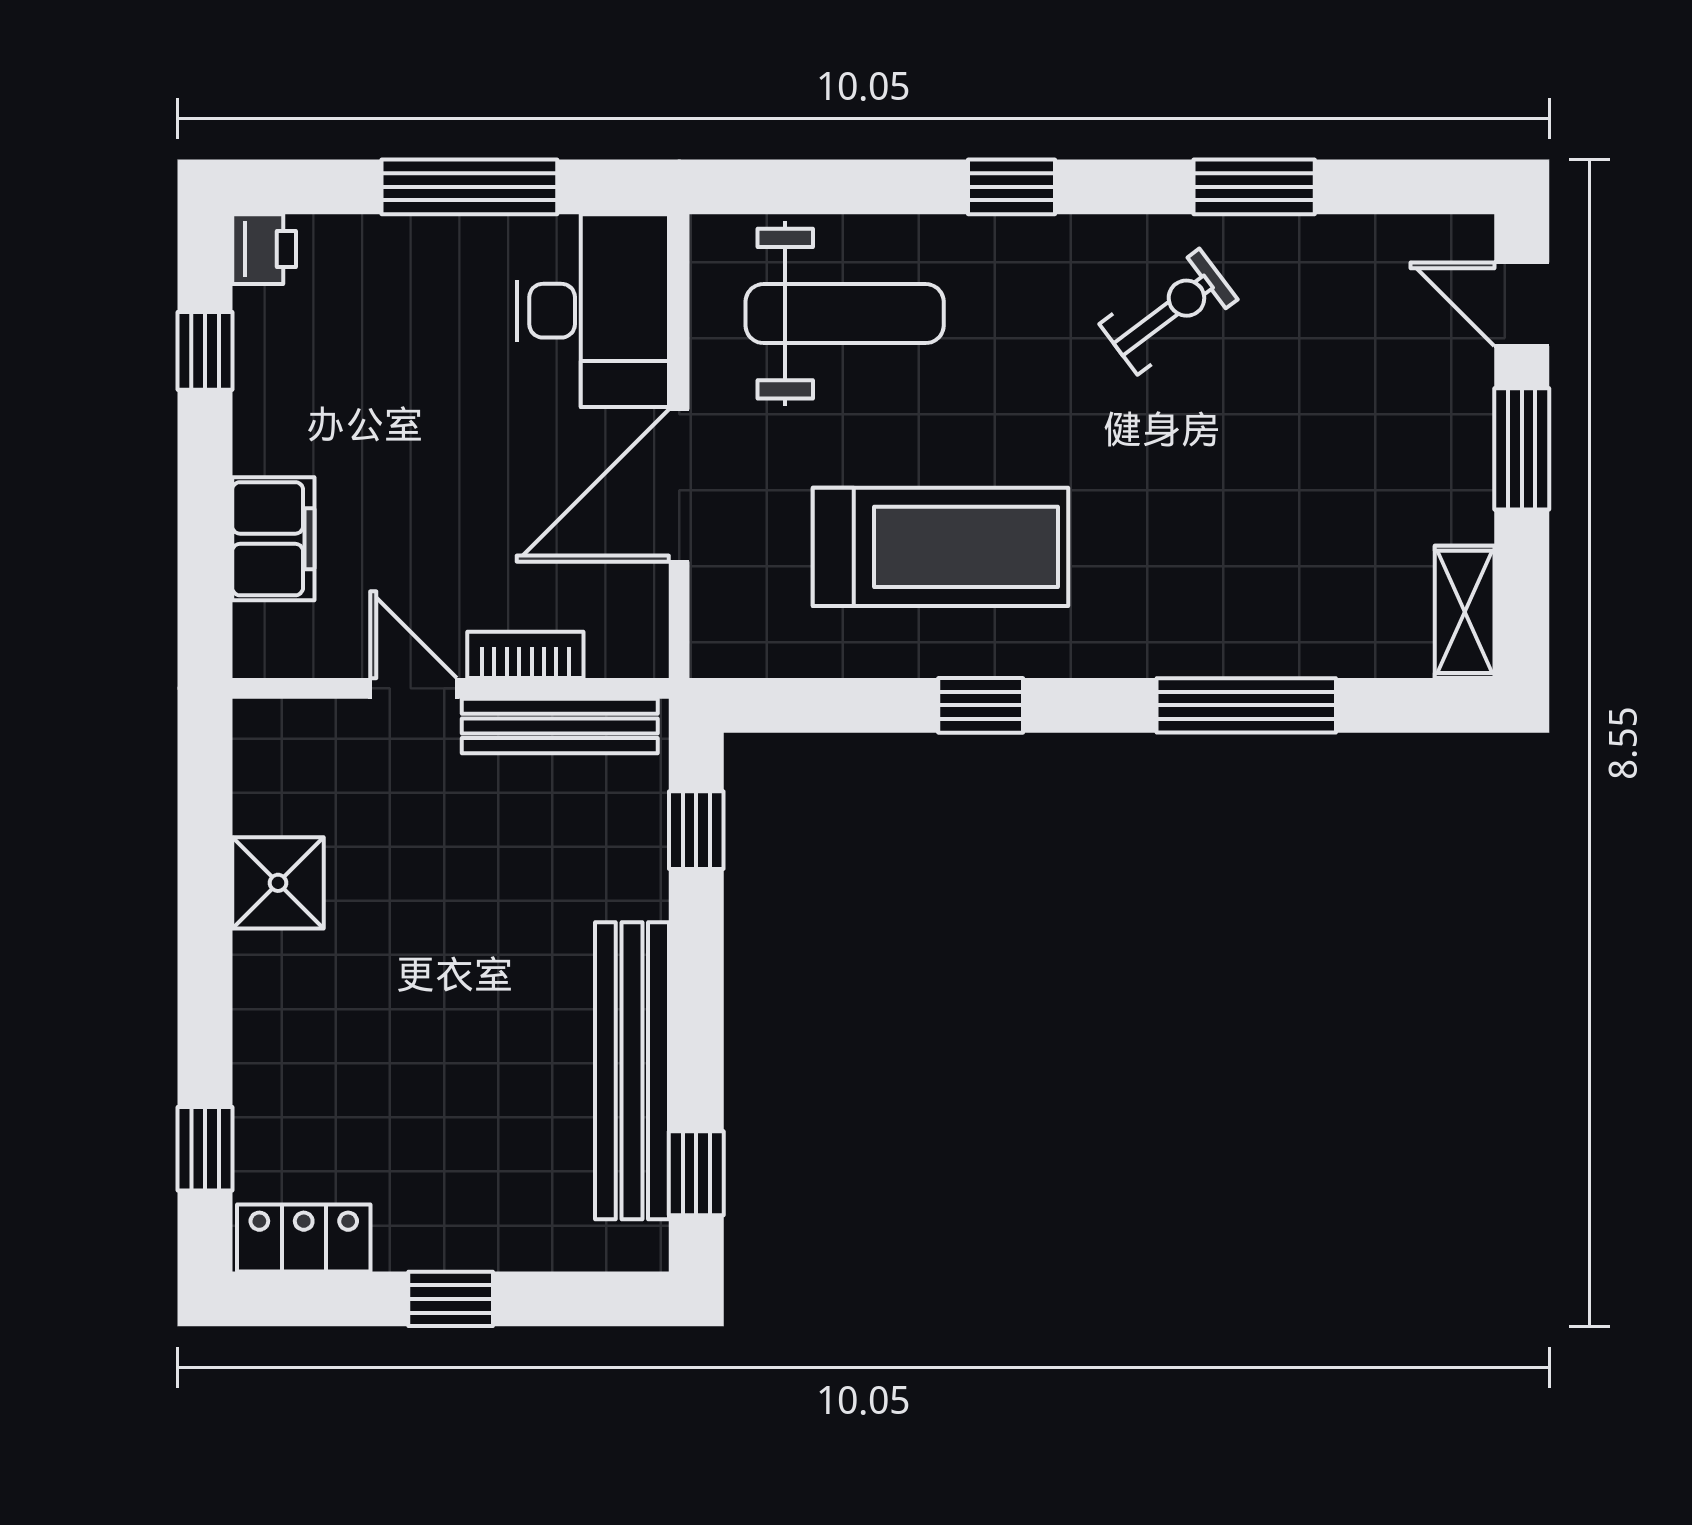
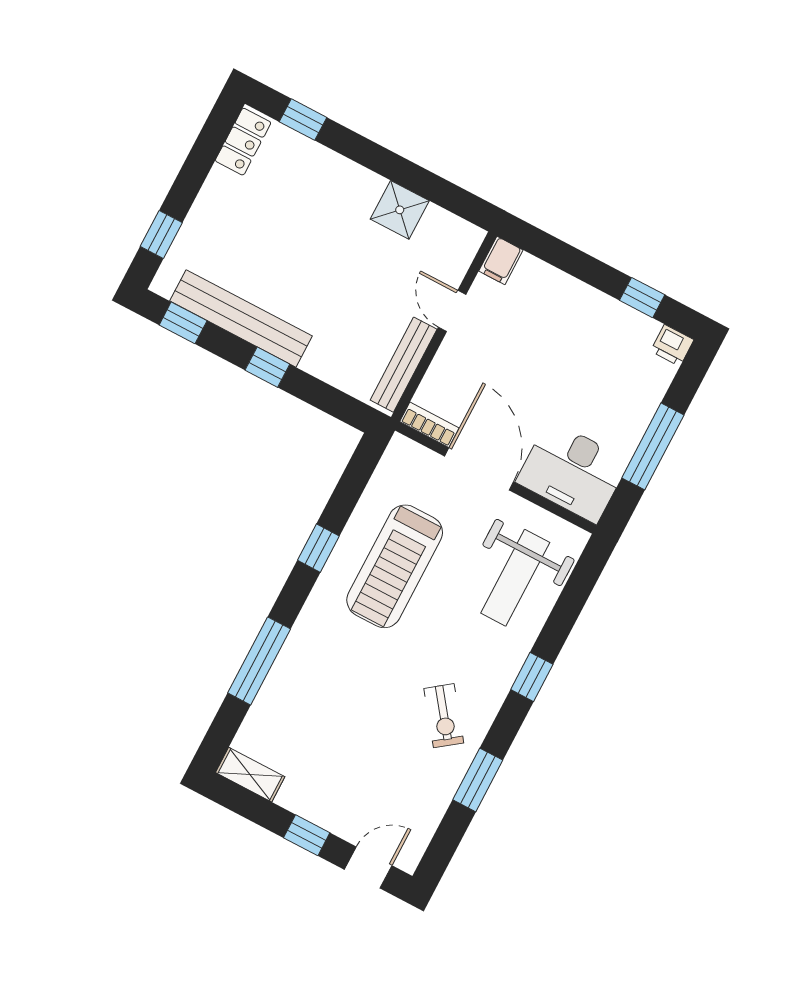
window: (1522, 449) -> (307, 835), width x0.67
filing cabinet: (273, 539) -> (501, 260), moved, width x0.50
bookcase: (525, 655) -> (429, 425), moved, turned -90
door: (414, 688) -> (452, 311), swing flipped
window: (696, 830) -> (267, 367), moved
window: (451, 1299) -> (161, 235), moved

